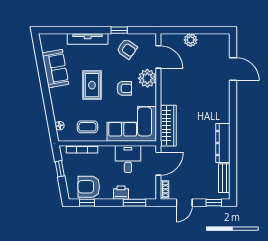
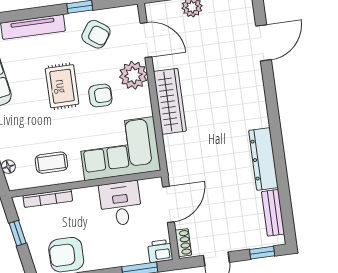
door: (233, 69) -> (264, 43), hinge flipped
rug: (92, 85) -> (62, 86), moved
wardrobe: (168, 126) -> (170, 101), moved
printer: (121, 193) -> (160, 251), moved

